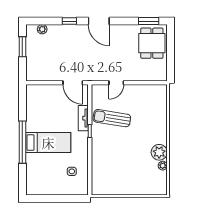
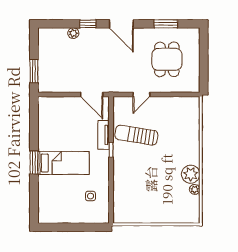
window: (149, 21) -> (166, 24), moved
plant: (42, 29) -> (73, 33), moved
dining table: (152, 43) -> (167, 59), moved
window: (22, 47) -> (34, 71), moved
window: (22, 142) -> (34, 163), width x0.47

